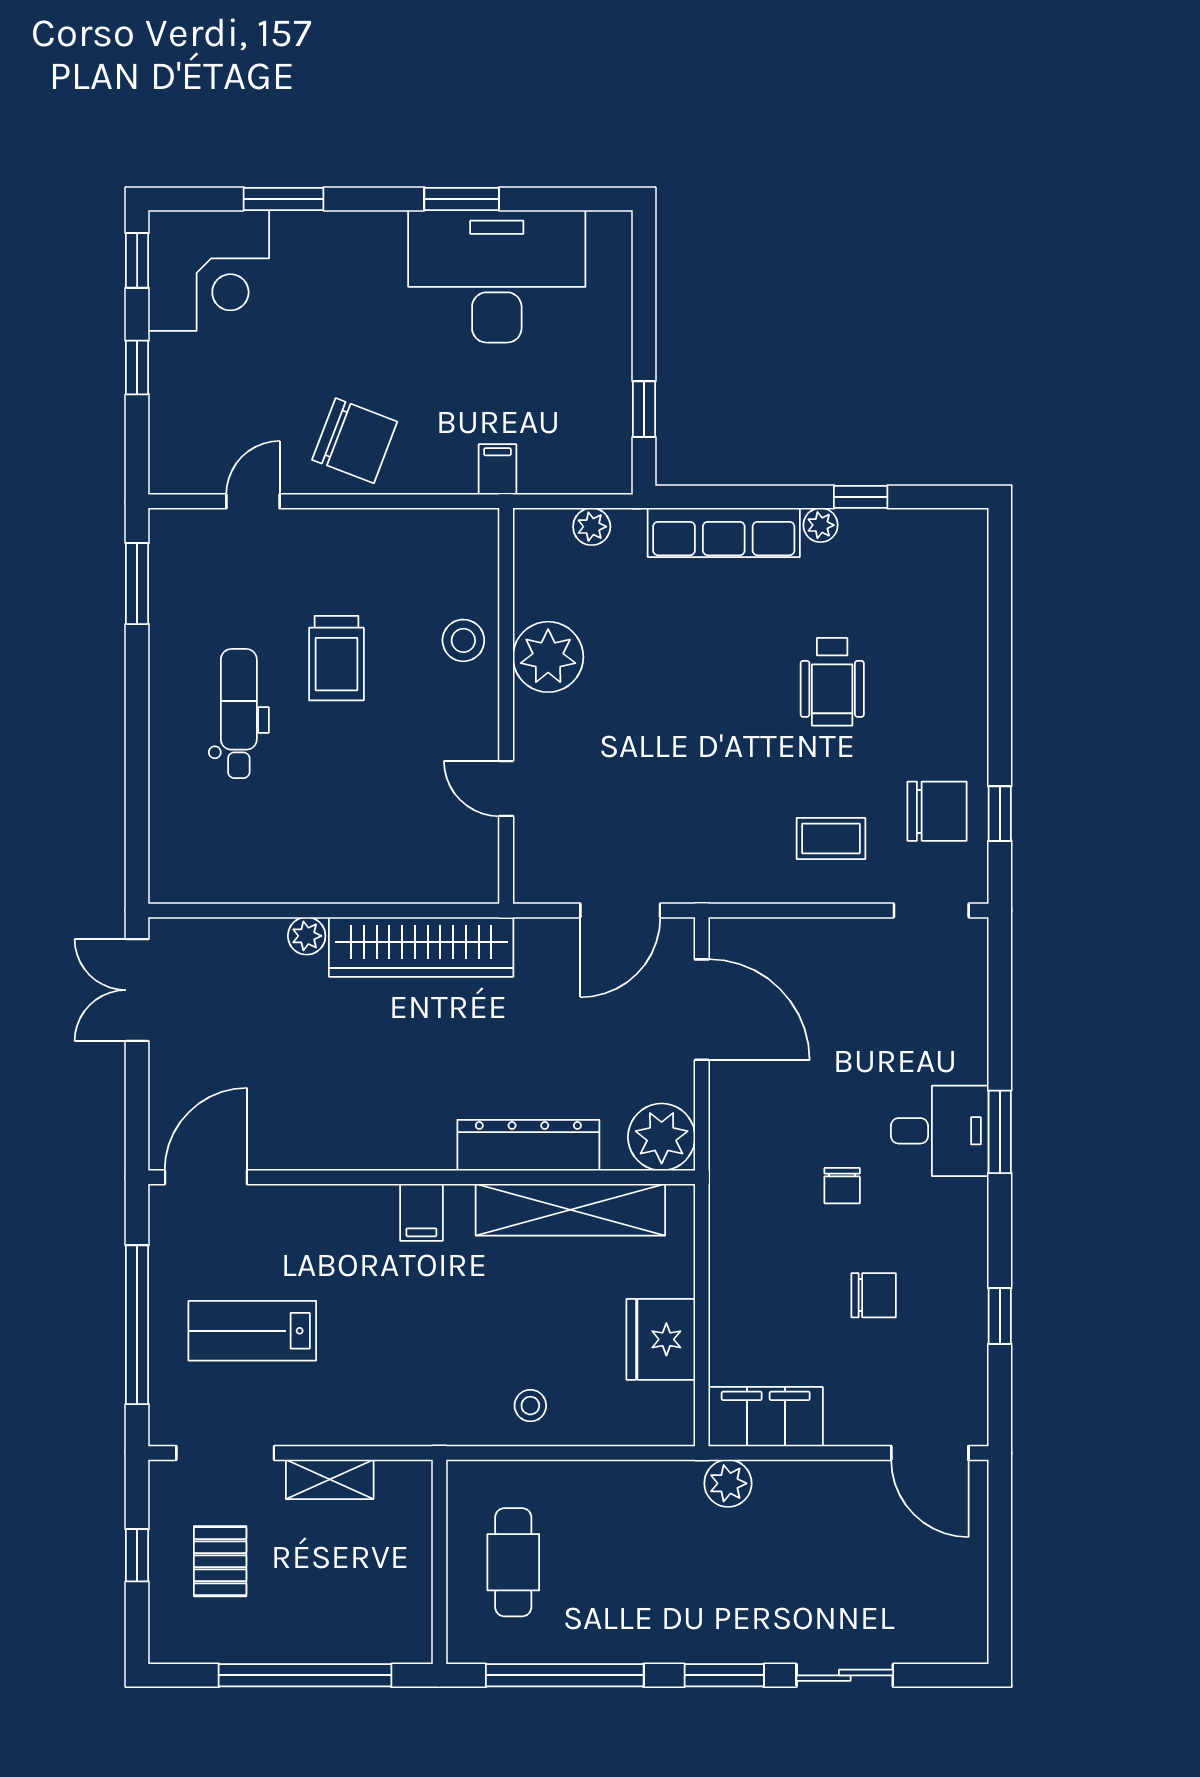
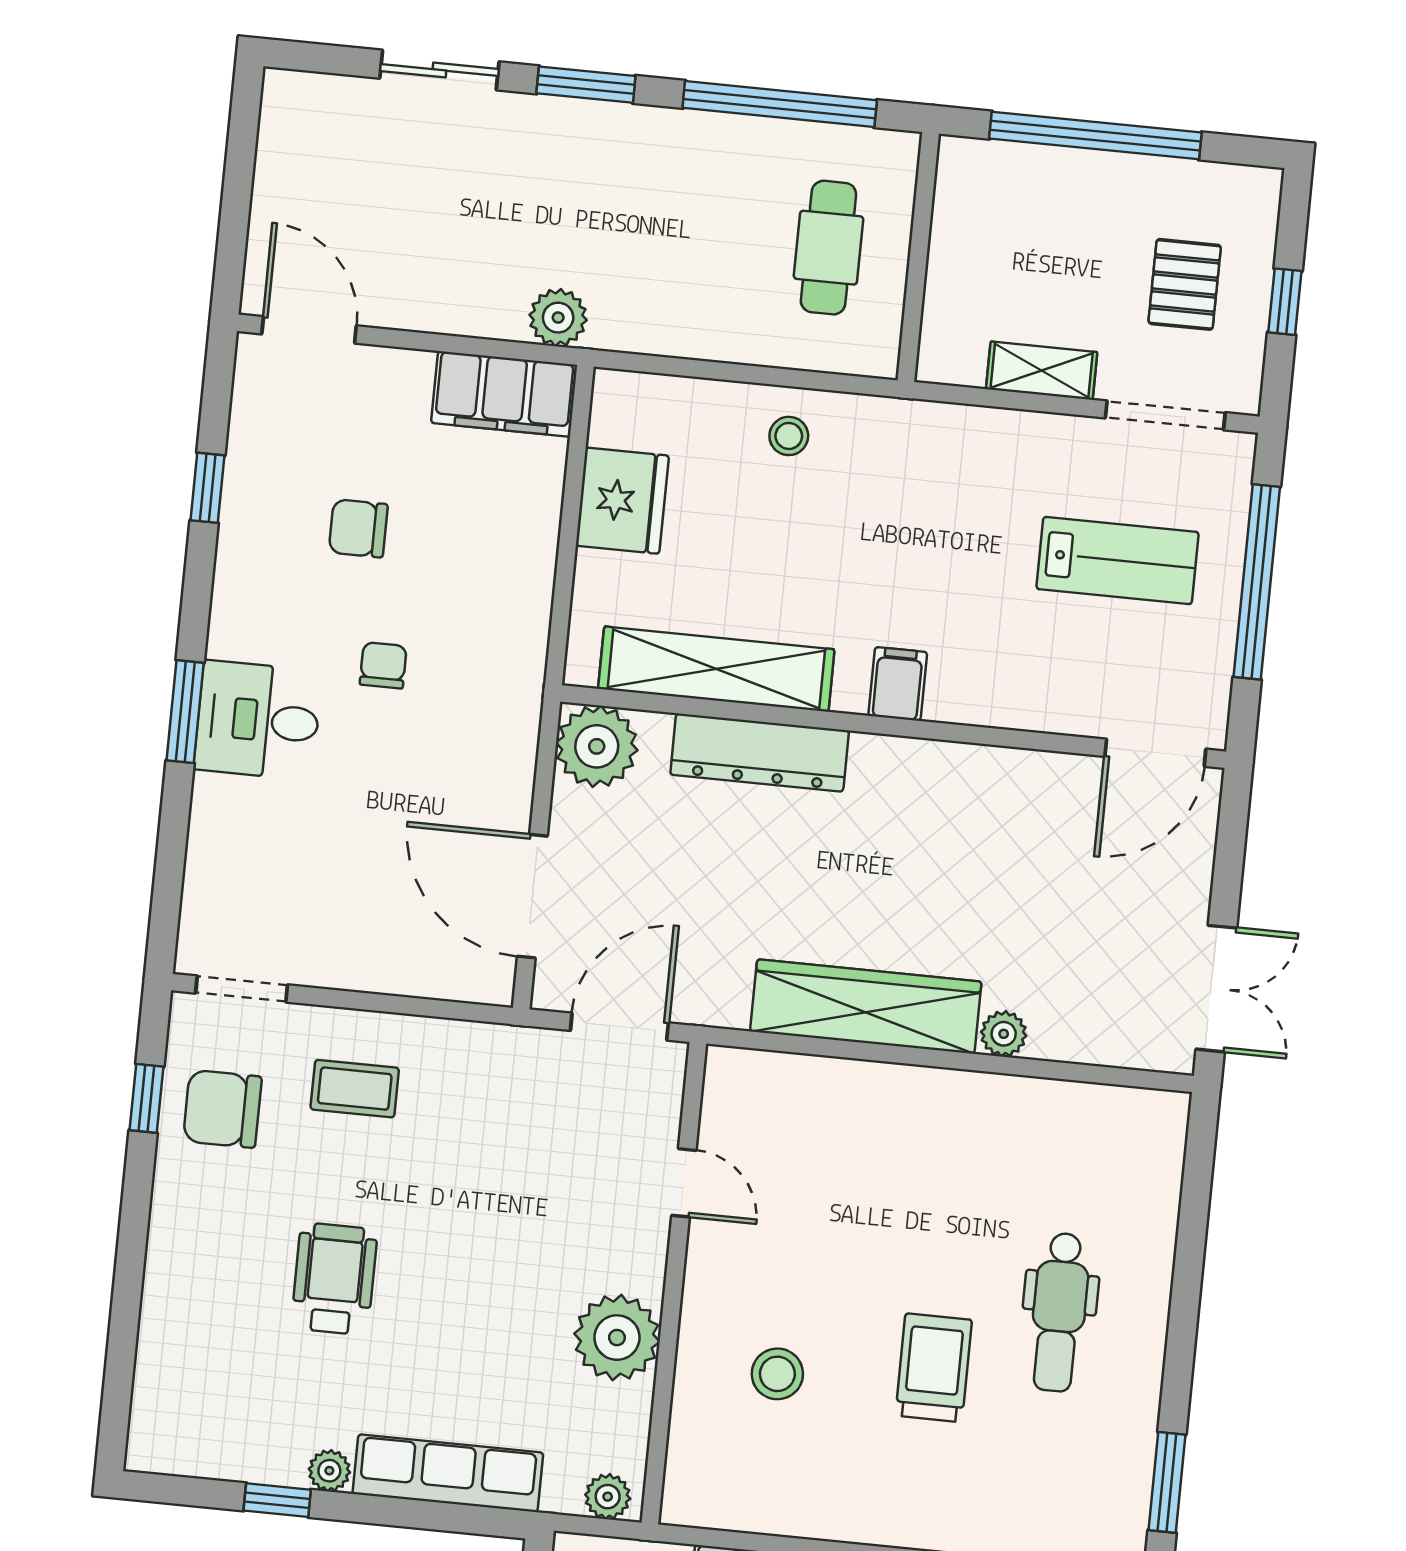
plant: (548, 657) -> (617, 1338), moved
wall: (506, 706) -> (674, 1283), moved
door: (506, 788) -> (684, 1183), moved

